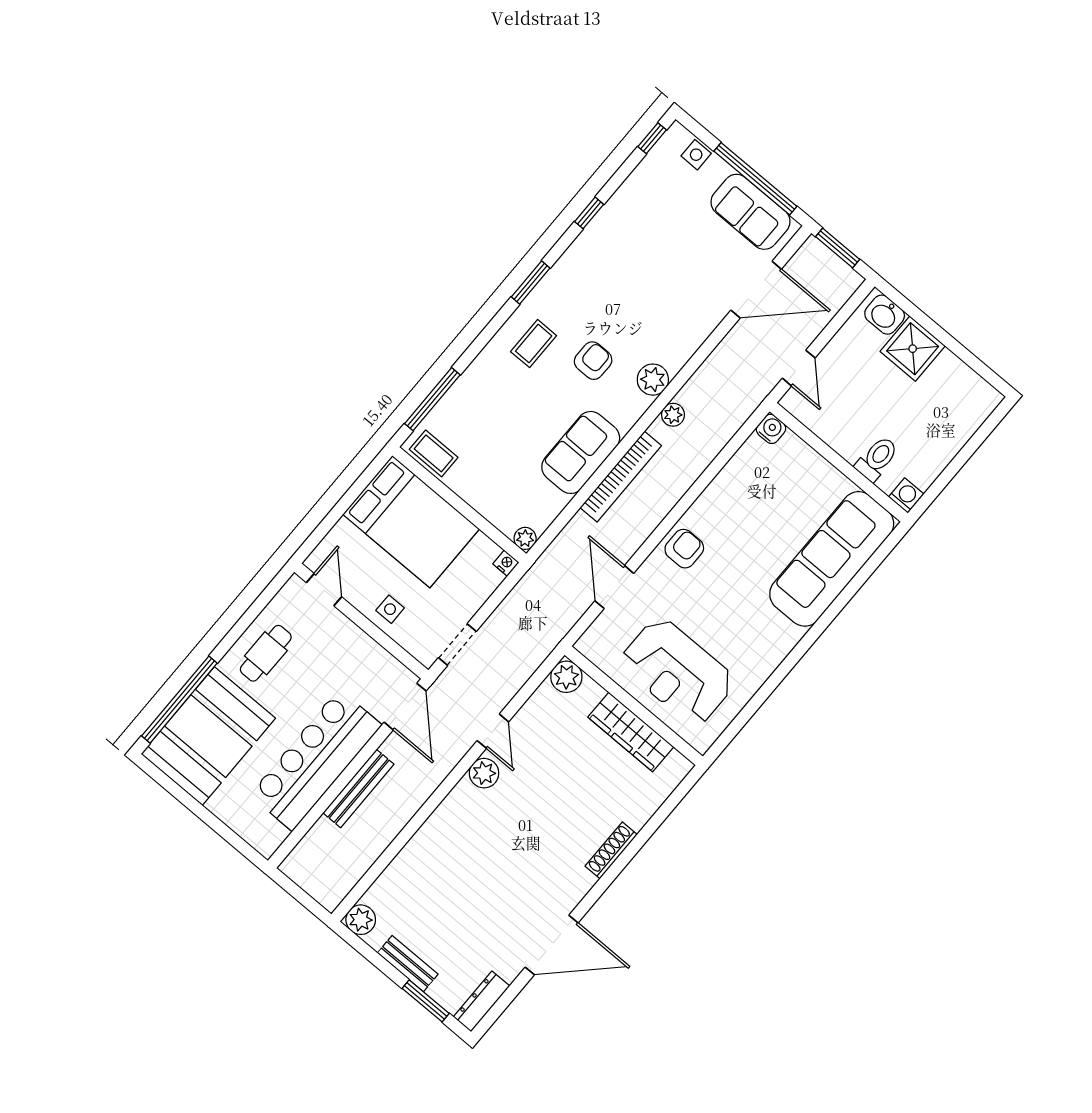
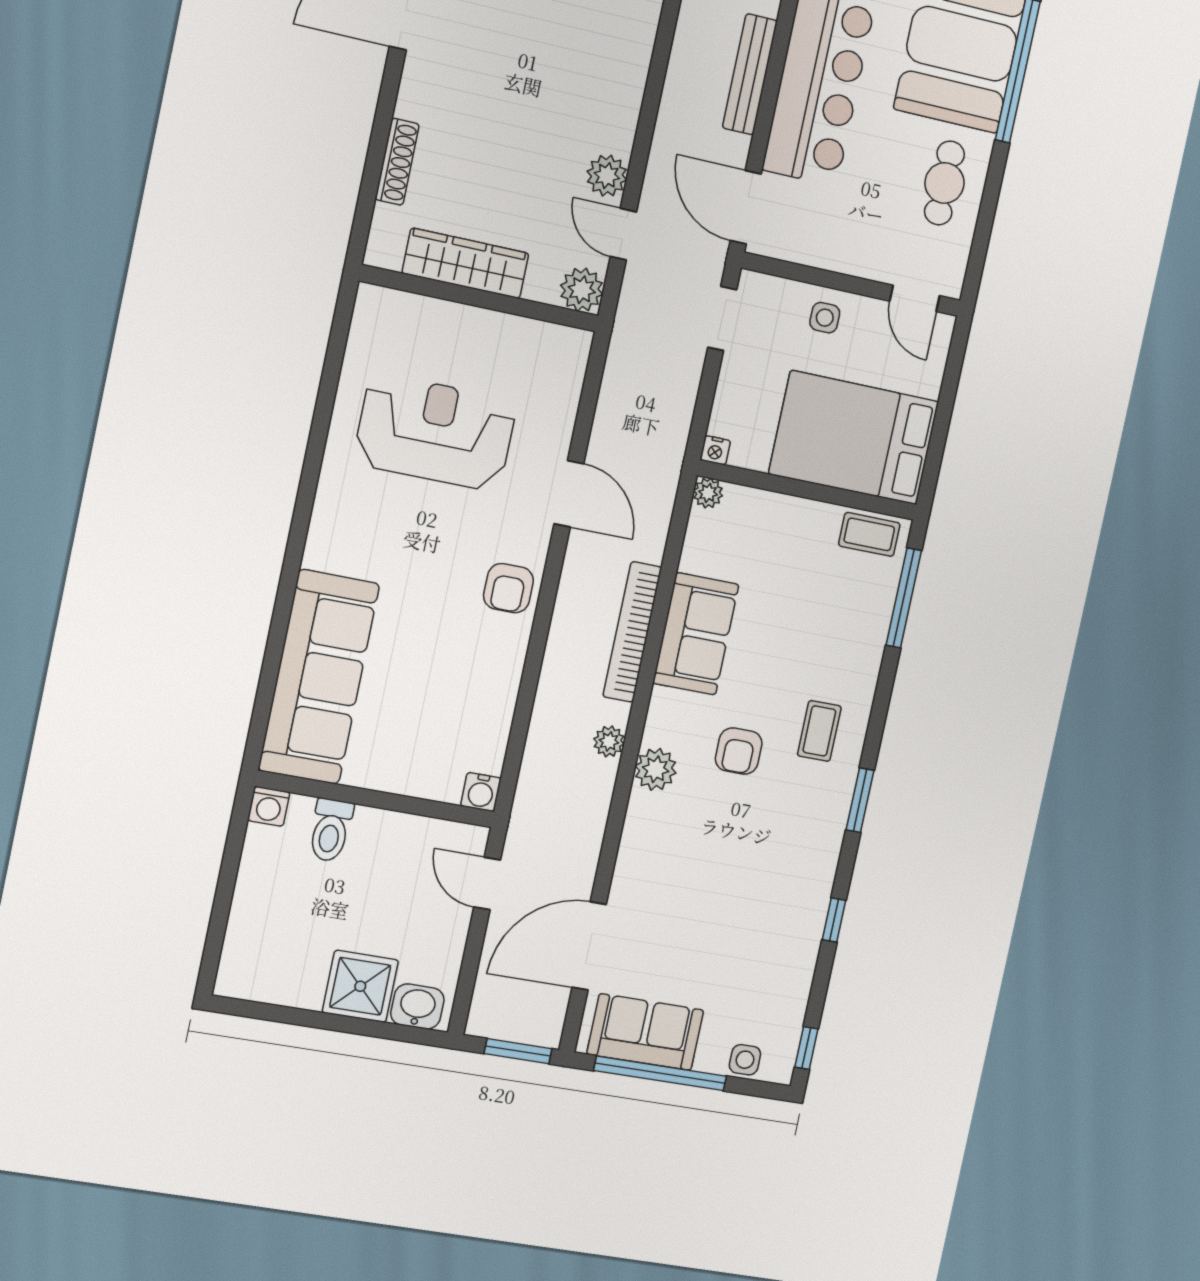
plant: (566, 677) -> (582, 290), moved
wall: (634, 706) -> (479, 298), moved
wardrobe: (631, 732) -> (466, 263), moved

